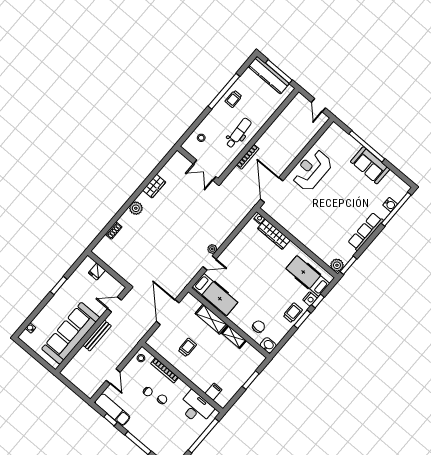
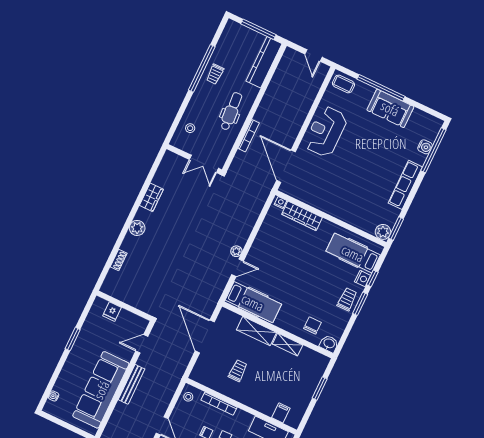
kitchen counter: (269, 75) -> (264, 62), moved, turned 90
coffee table: (337, 135) -> (343, 84), added

